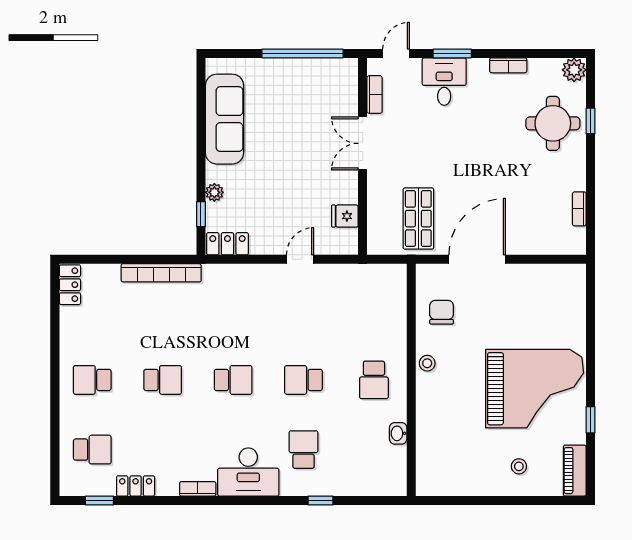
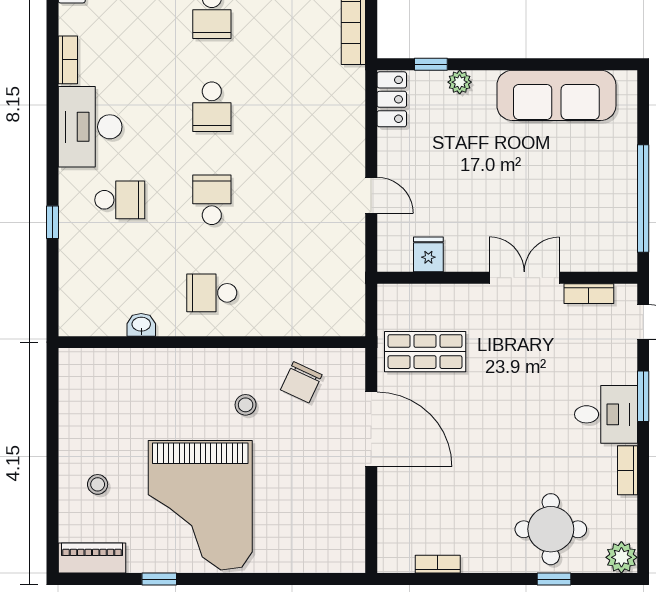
desk: (444, 82) -> (606, 414), moved
chair: (442, 312) -> (301, 382), turned 115
stool: (427, 363) -> (246, 405), moved

